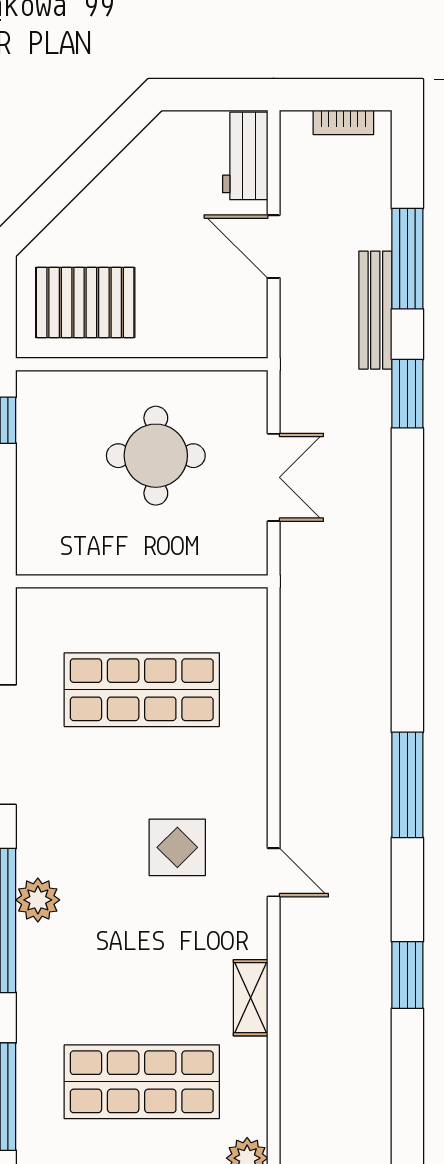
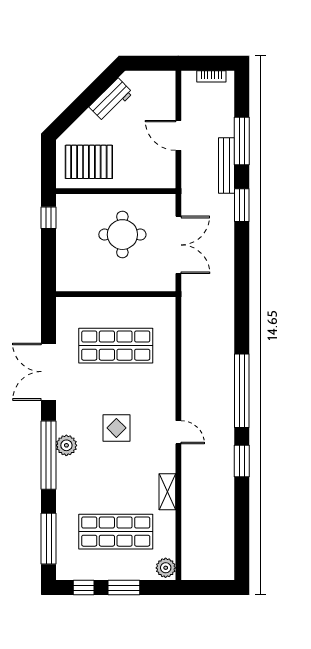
workbench: (245, 156) -> (111, 100), moved, turned -135
double door: (274, 477) -> (178, 245), width x1.37
window: (407, 785) -> (242, 391), width x1.46
display table: (177, 847) -> (116, 428), moved
window: (407, 975) -> (242, 461), moved

